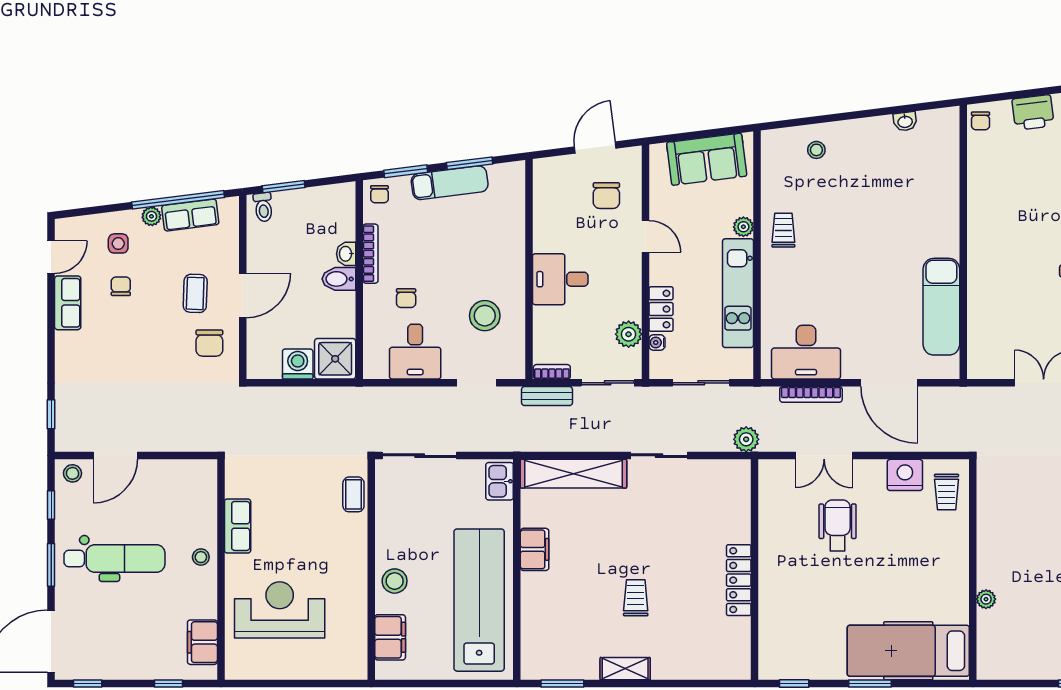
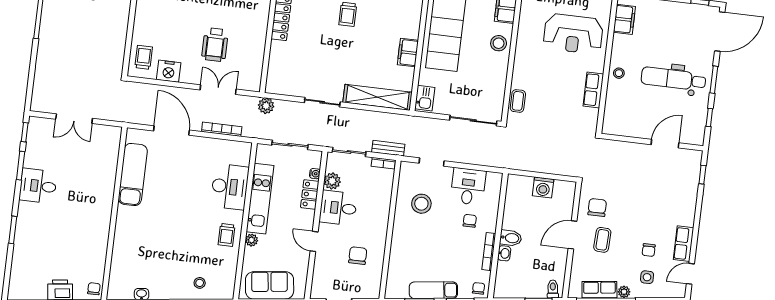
chair: (606, 196) -> (358, 256), moved
desk: (560, 279) -> (338, 208), moved, turned 180
desk: (806, 352) -> (230, 187), moved, turned 90
shower: (335, 359) -> (519, 188), removed
stool: (73, 473) -> (693, 136), removed

